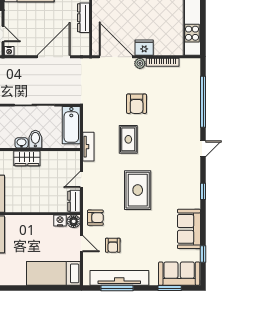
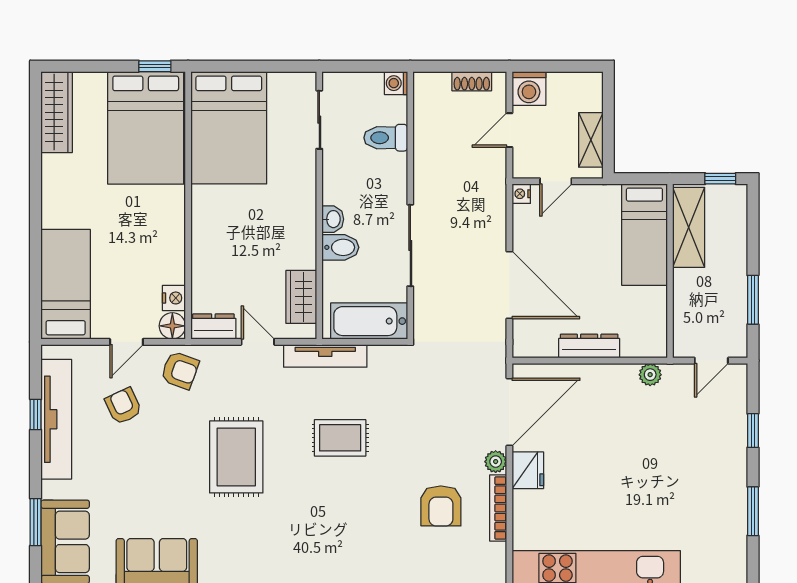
armchair: (137, 104) -> (441, 506), moved, turned -90
tv unit: (88, 147) -> (325, 356), width x1.41
wardrobe: (27, 158) -> (301, 297), moved
rug: (138, 190) -> (236, 457), turned 90
armchair: (95, 218) -> (180, 370), turned -70
armchair: (113, 245) -> (123, 406), turned 65
window: (117, 288) -> (36, 414), width x0.46

